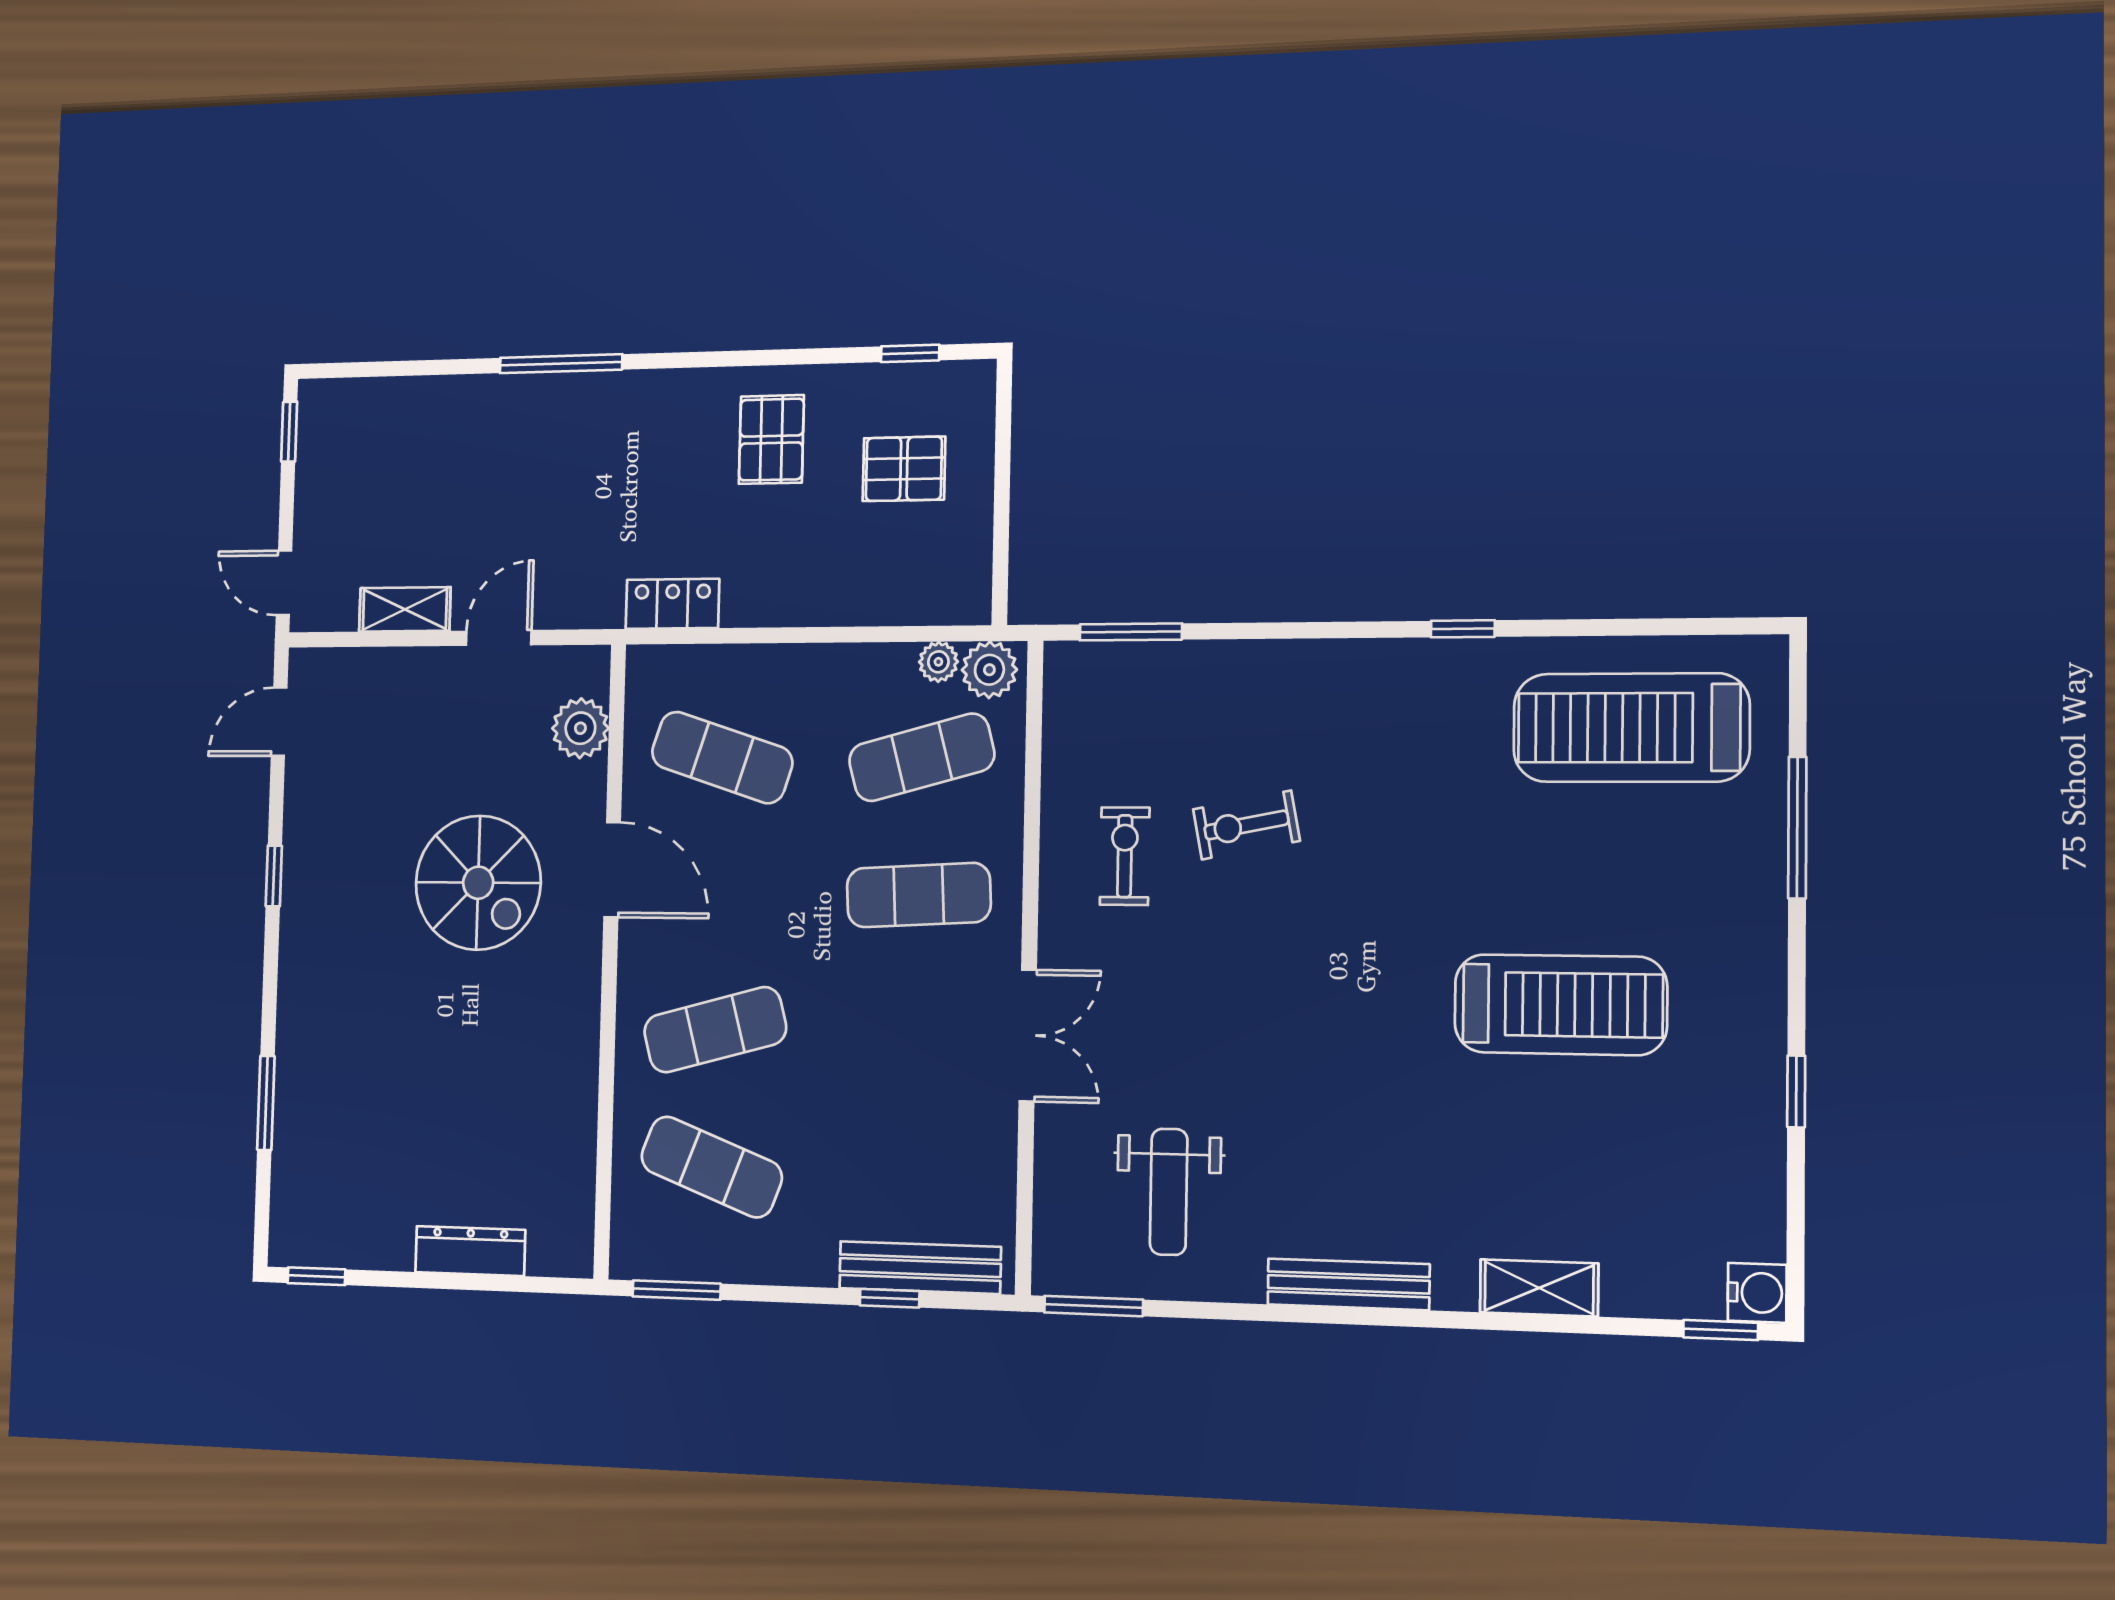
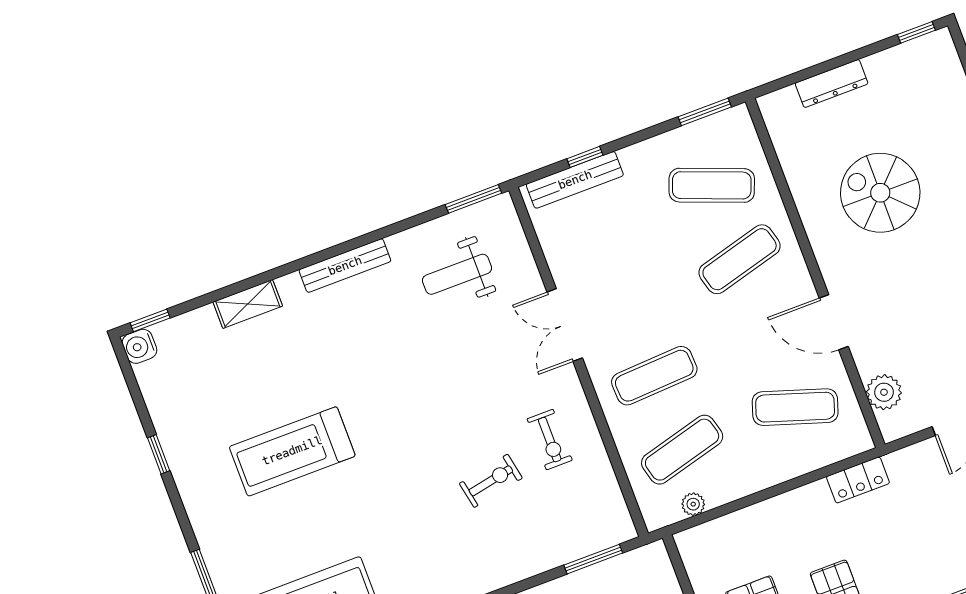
plant: (989, 670) -> (663, 510), removed
spiral stairs: (478, 883) -> (880, 193), moved
weight bench: (1169, 1192) -> (457, 274), turned -90

